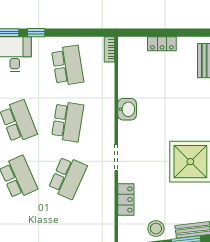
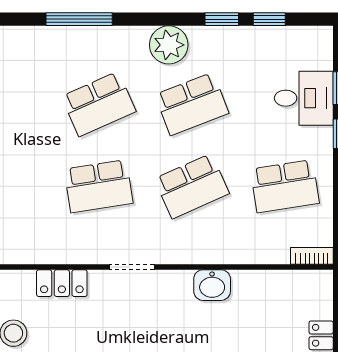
school desk: (68, 121) -> (192, 186), turned -33
school desk: (68, 177) -> (99, 186), turned -33

